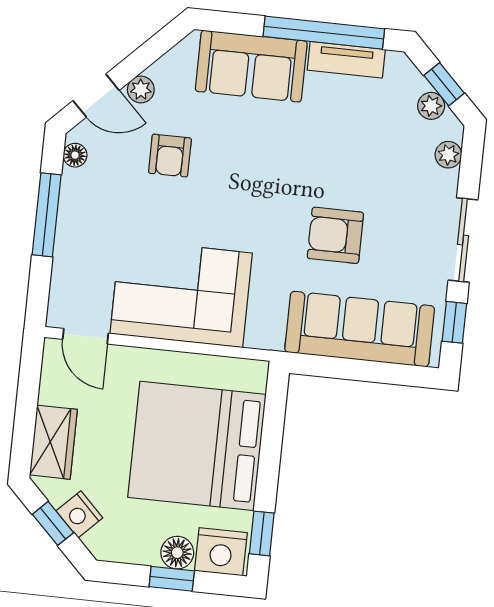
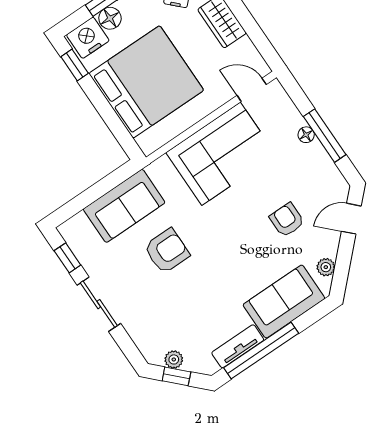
plant: (141, 89) -> (326, 267), moved
floor lamp: (75, 155) -> (306, 135), moved
plant: (448, 155) -> (144, 342), removed
sofa: (360, 329) -> (124, 206), width x0.73

